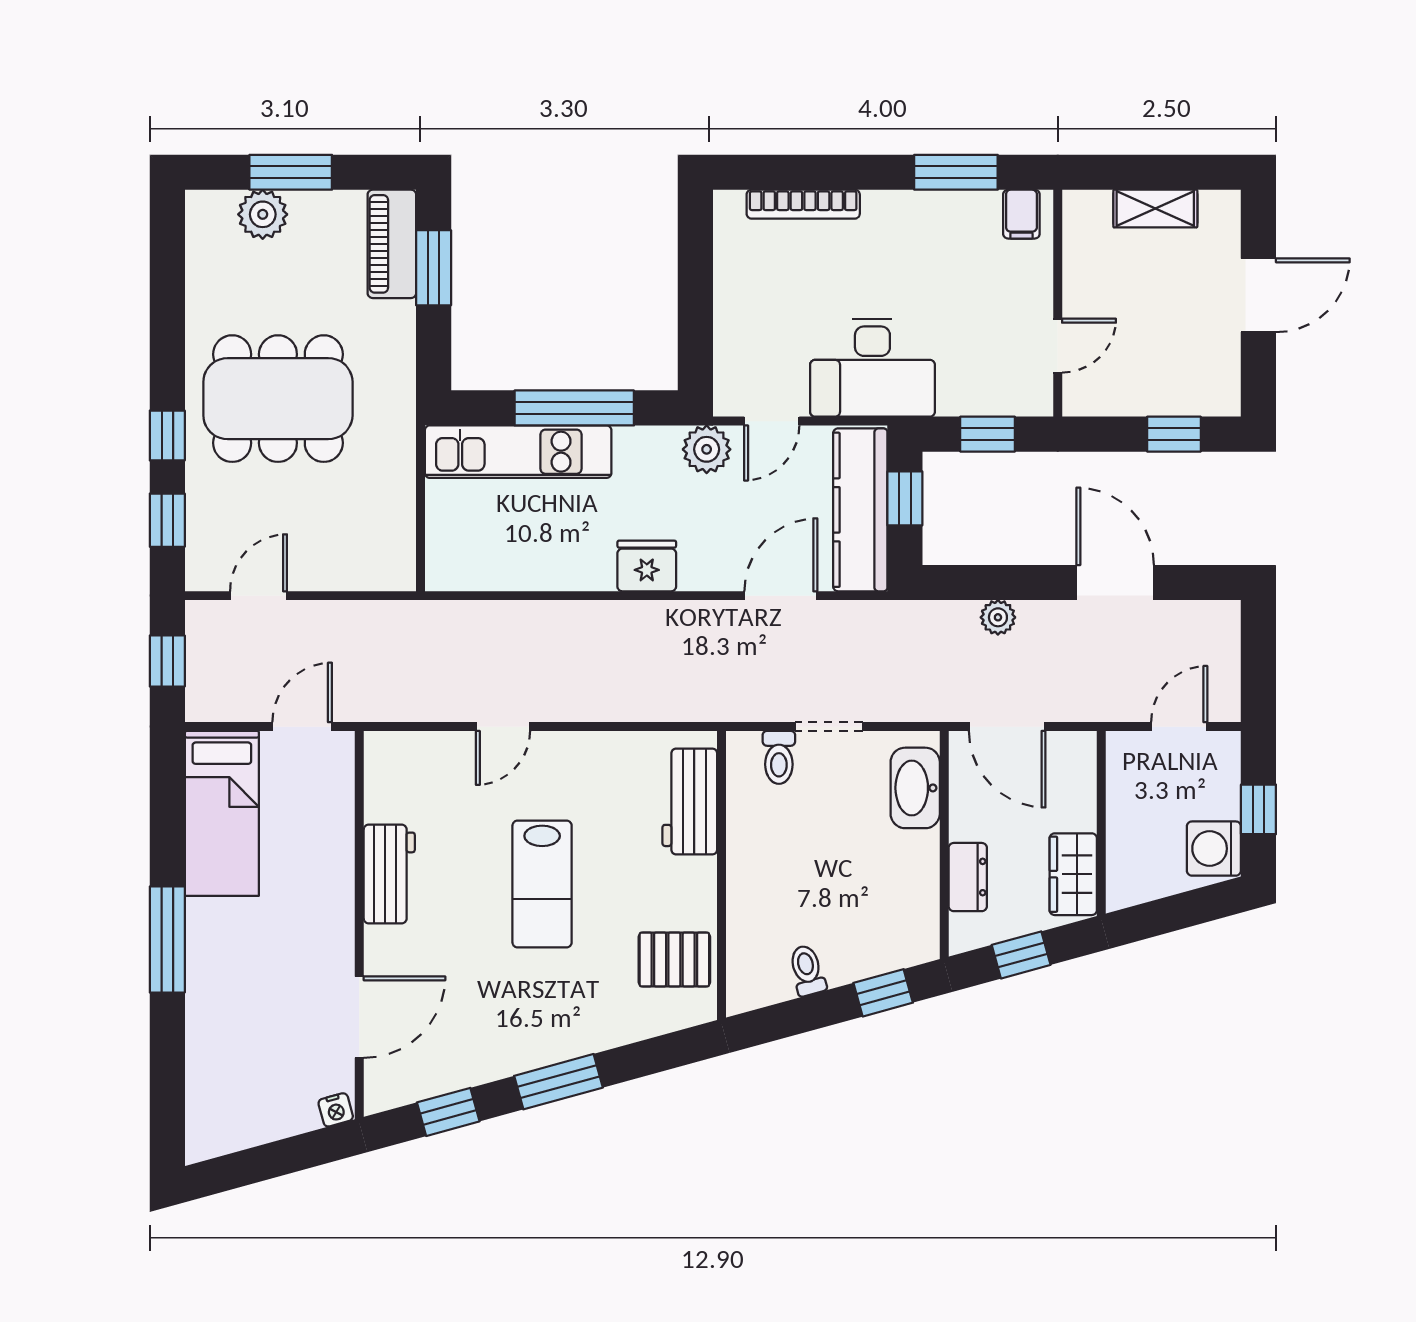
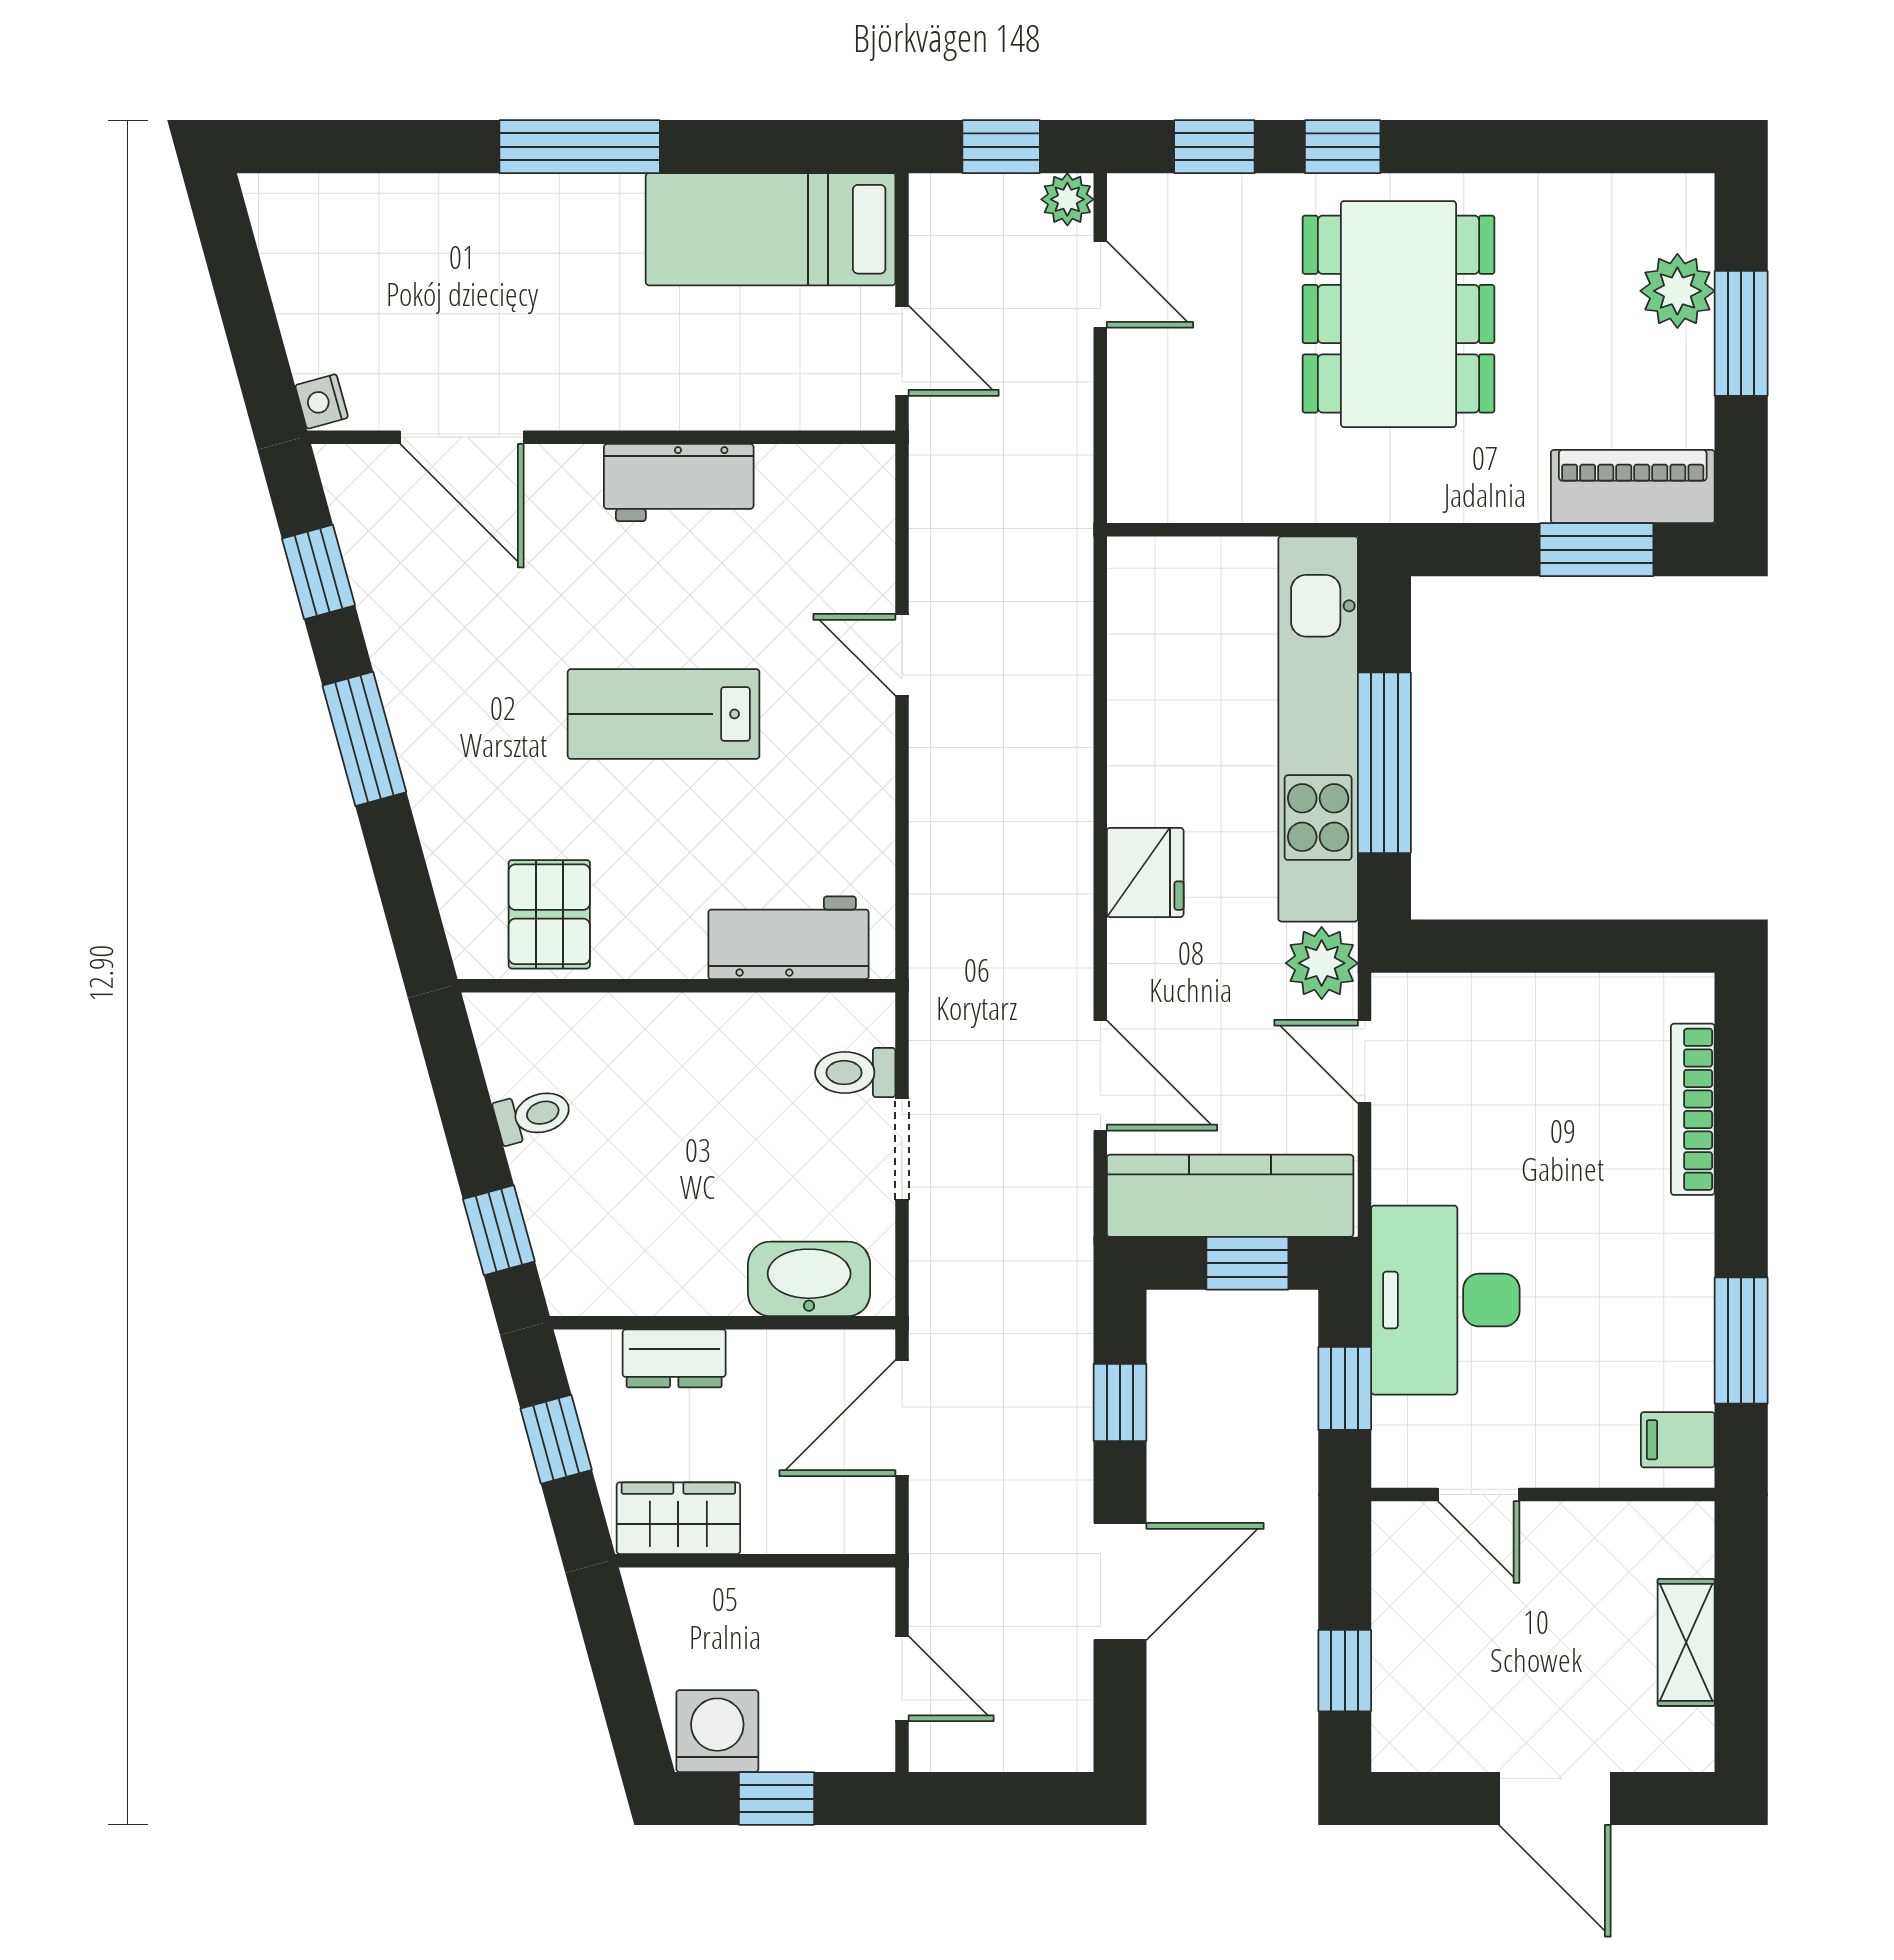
desk: (872, 368) -> (1445, 1300), moved
kitchen unit: (518, 452) -> (1318, 729), width x1.36
window: (997, 583) -> (1120, 1402), added
plant: (998, 617) -> (1067, 199), moved

